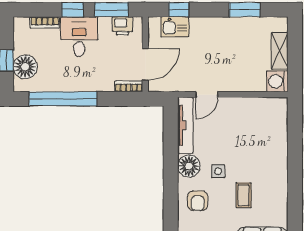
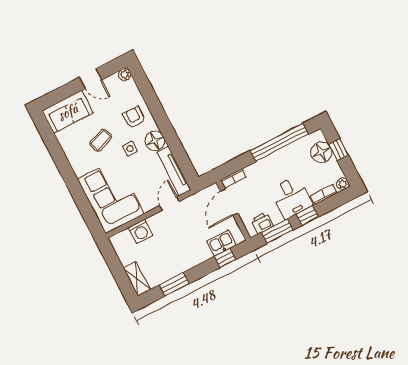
plant: (20, 23) -> (343, 184), added
shelving: (280, 51) -> (137, 279), moved
washing machine: (277, 81) -> (141, 231), moved, turned 90
corner sofa: (263, 132) -> (111, 197), added
coffee table: (244, 195) -> (101, 140), turned 69

